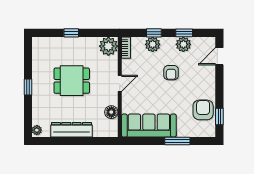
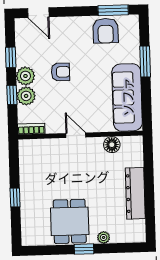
plant: (183, 44) -> (25, 76), moved
plant: (108, 46) -> (30, 151), removed
dining table: (72, 81) -> (70, 221), moved
armchair: (203, 110) -> (106, 31), turned -90
window: (219, 116) -> (113, 10), width x1.50
plant: (37, 130) -> (104, 237), moved

